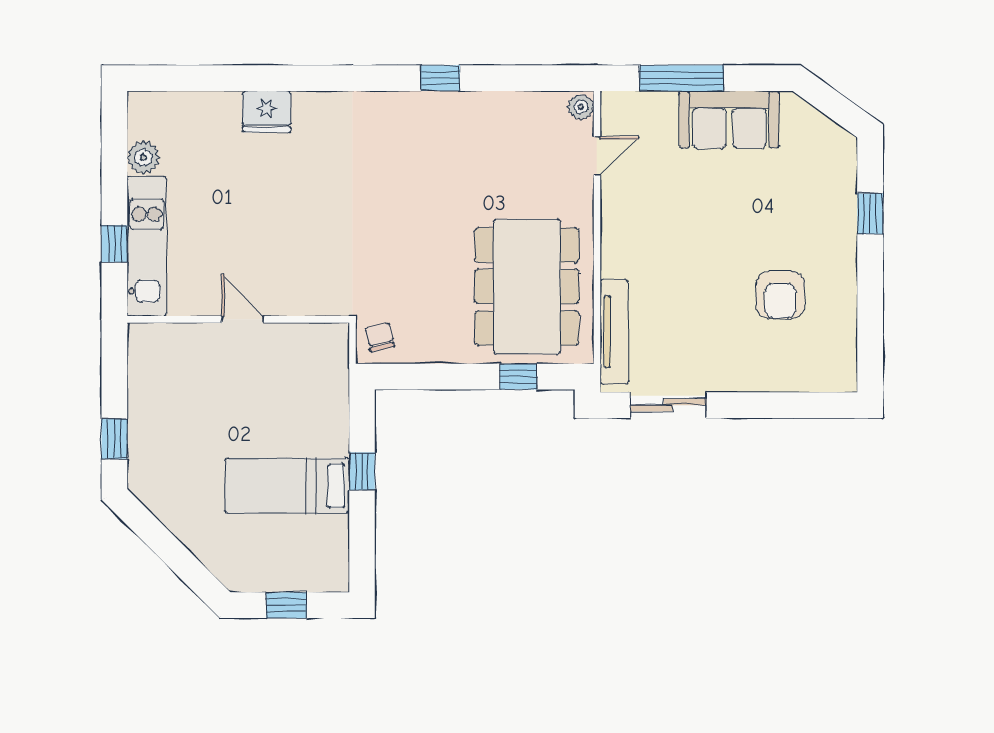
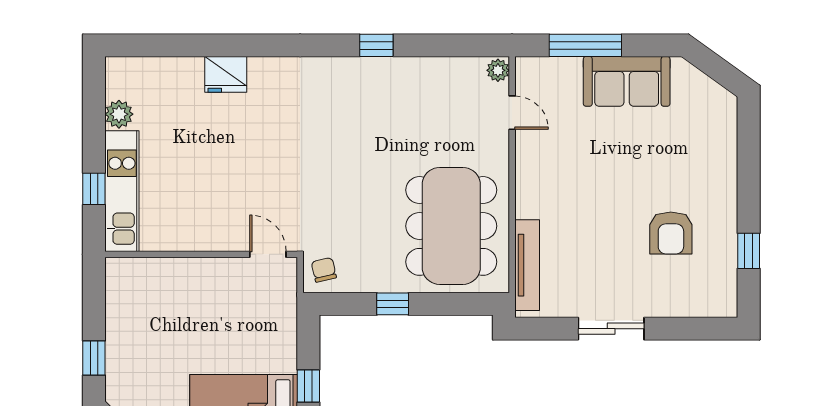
door: (597, 156) -> (512, 113), hinge flipped
window: (870, 214) -> (749, 251), moved
door: (243, 319) -> (268, 254), moved
window: (518, 377) -> (393, 304), moved
sliding door: (668, 405) -> (611, 329), moved

